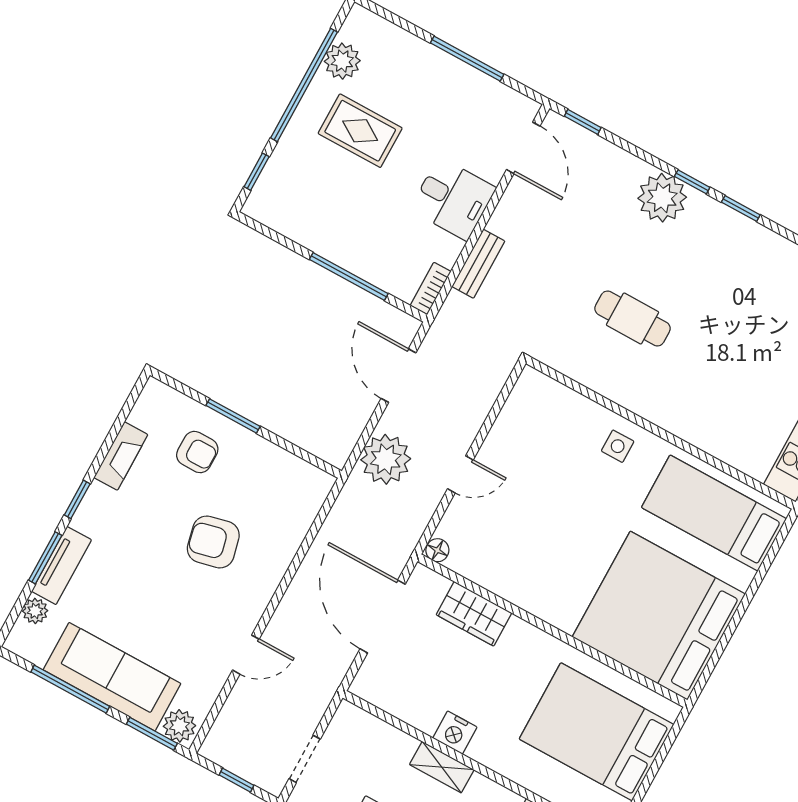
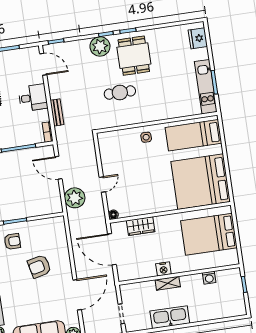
dining table: (715, 266) -> (134, 56), added
door: (246, 655) -> (77, 295), width x1.88

